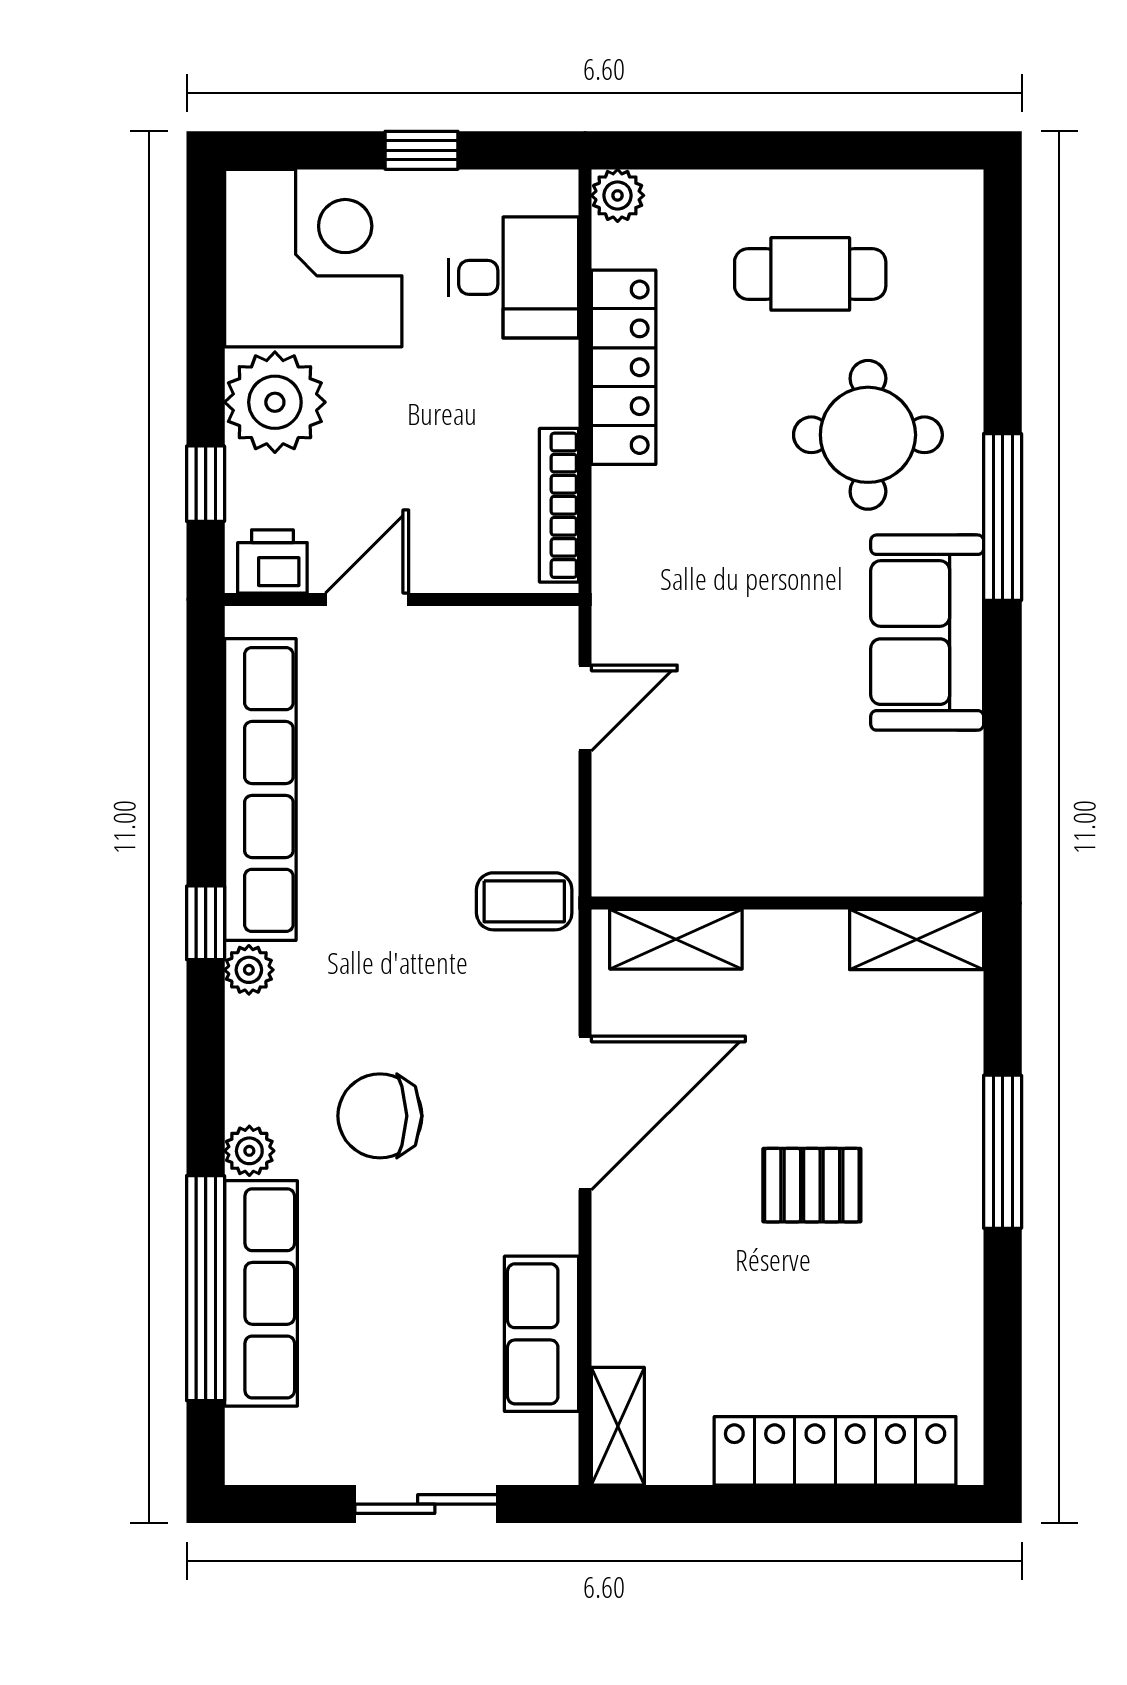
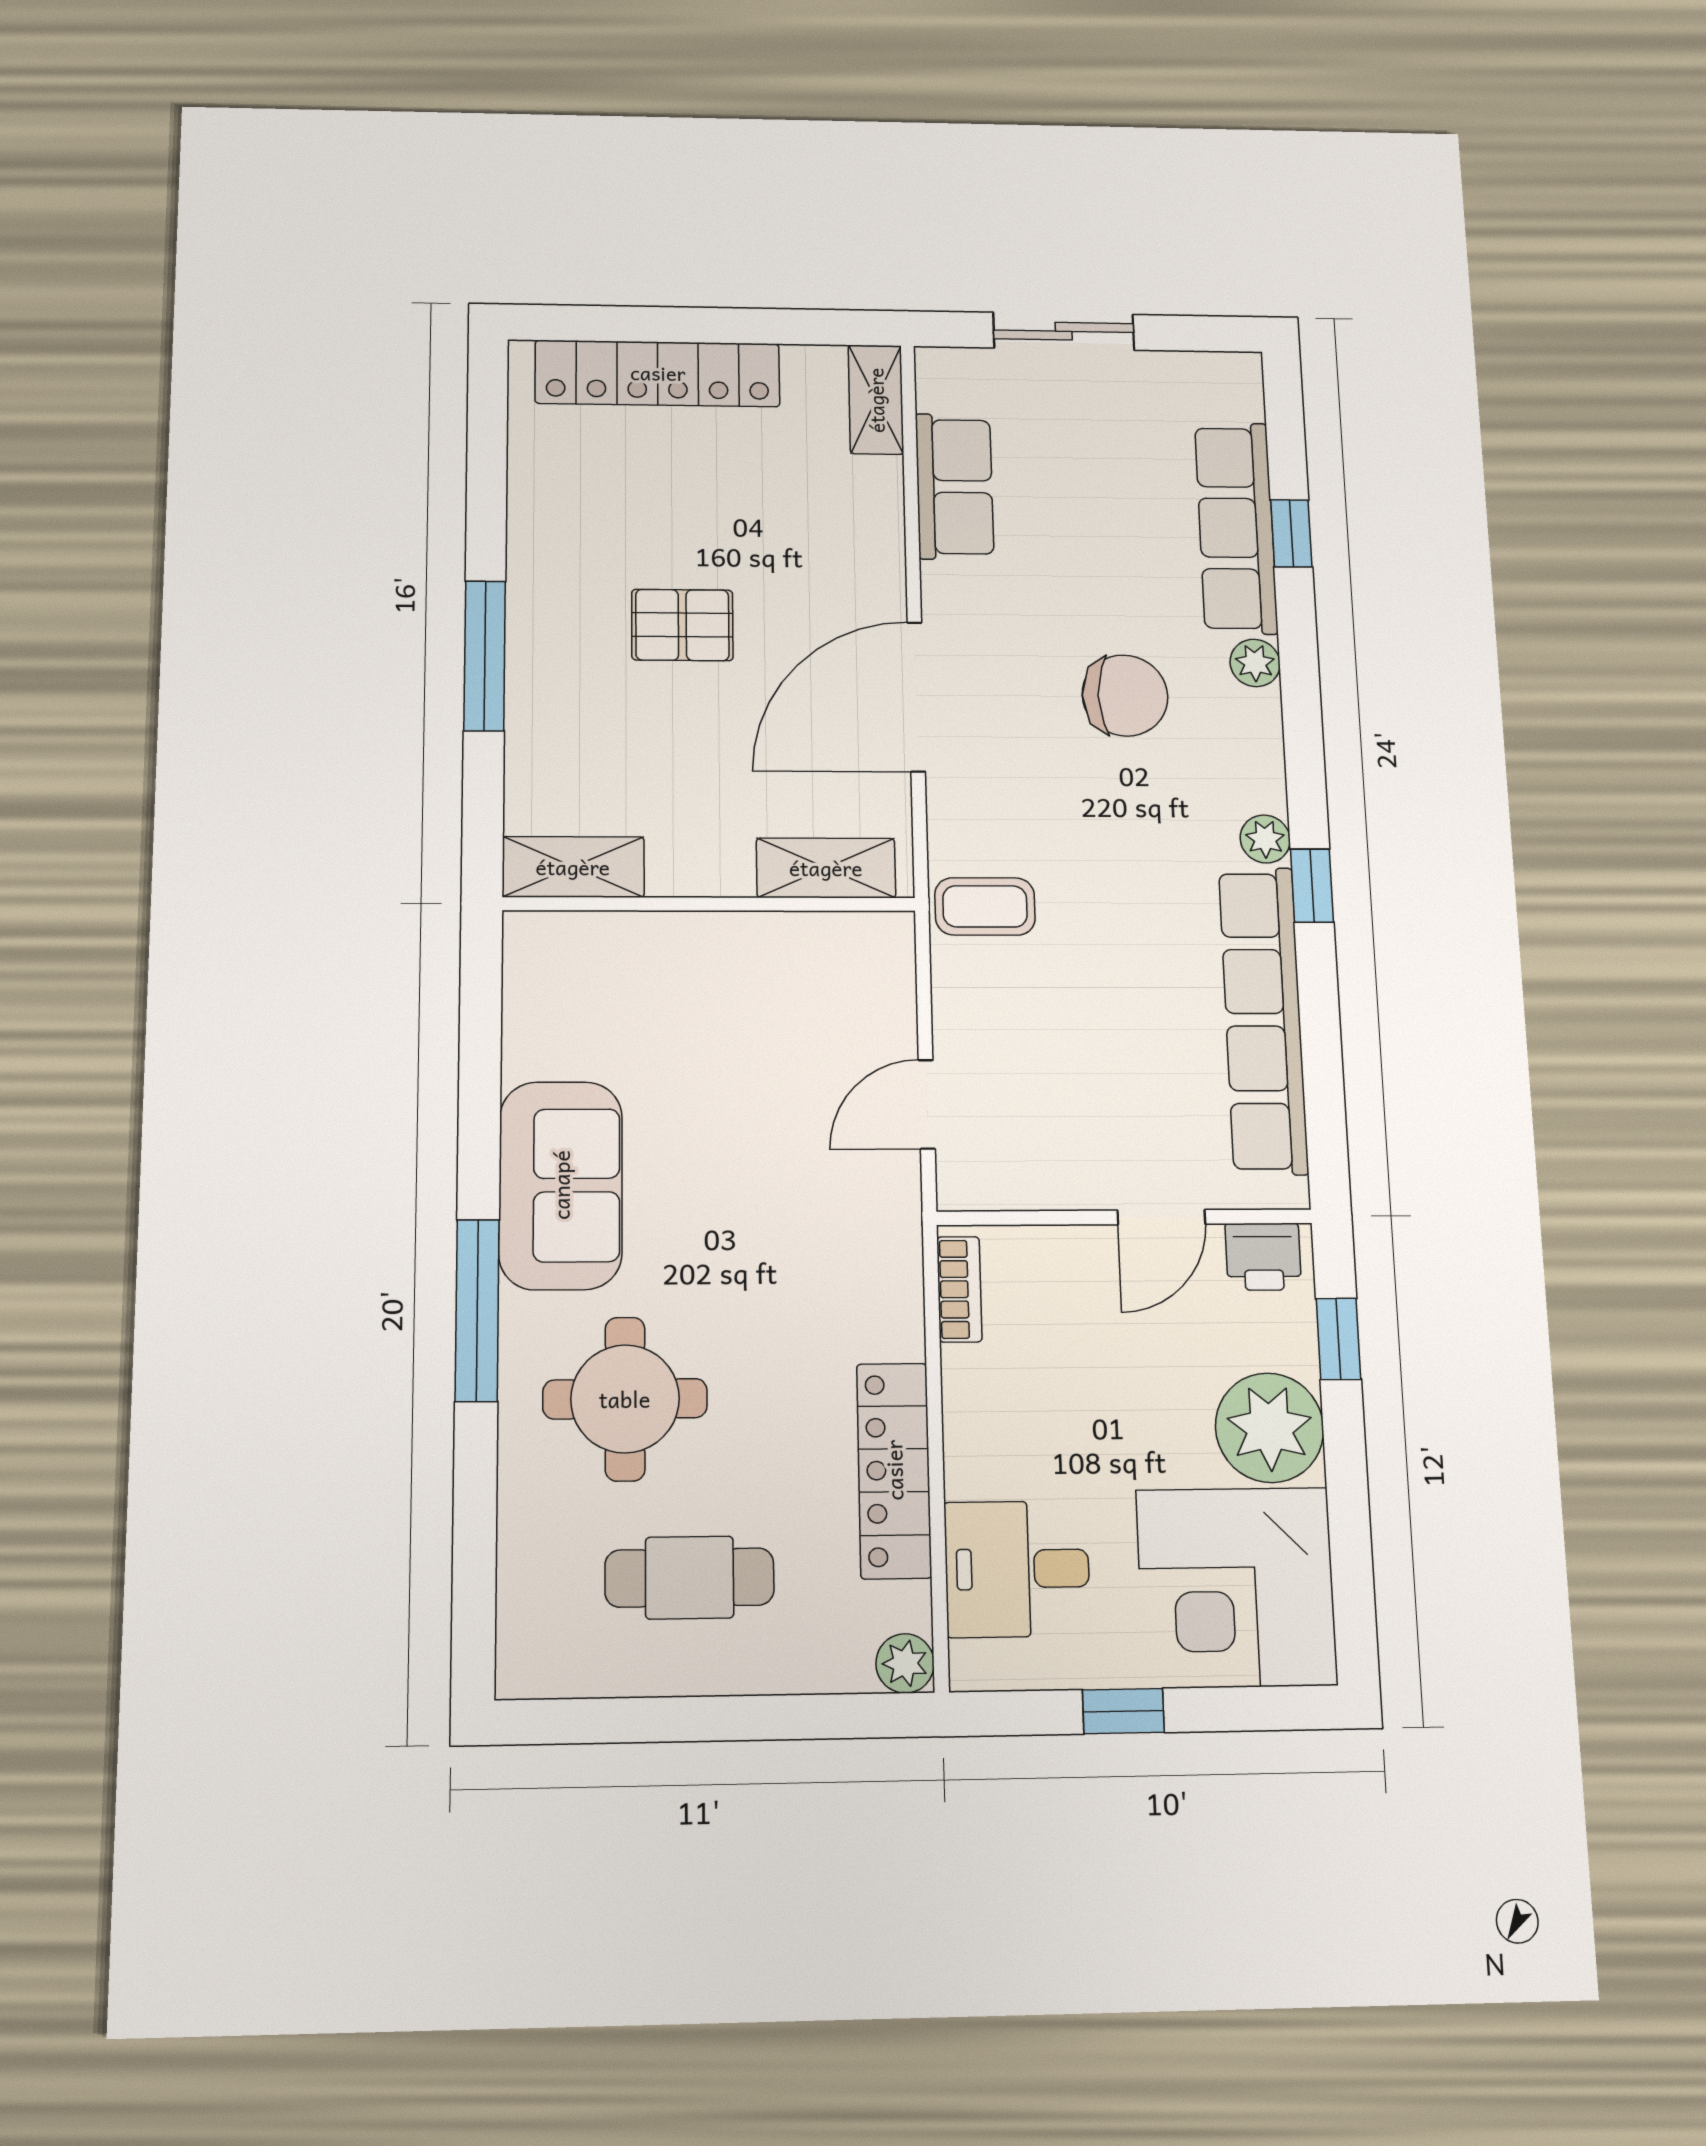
bookcase: (559, 505) -> (959, 1289), width x0.64
window: (206, 1288) -> (1291, 533), width x0.32

